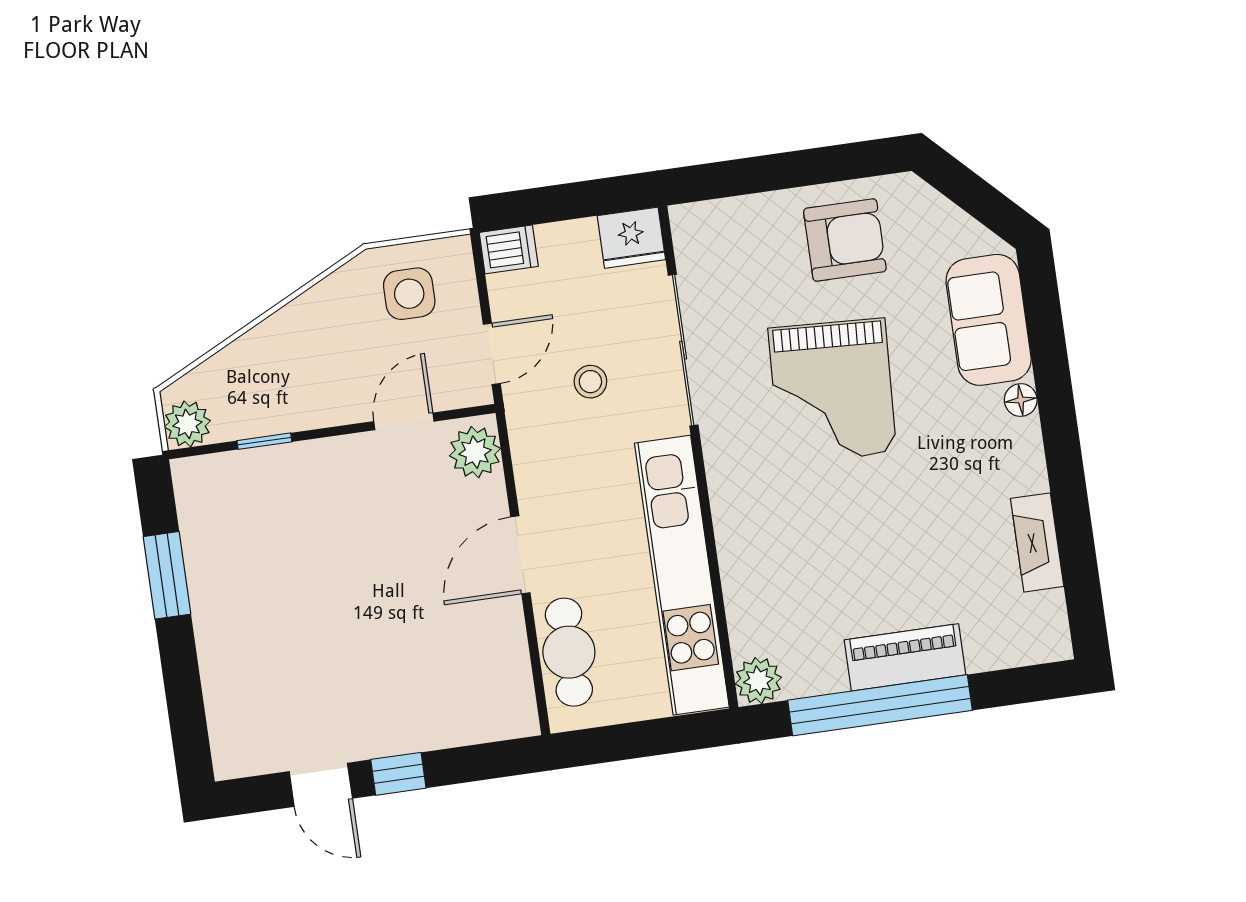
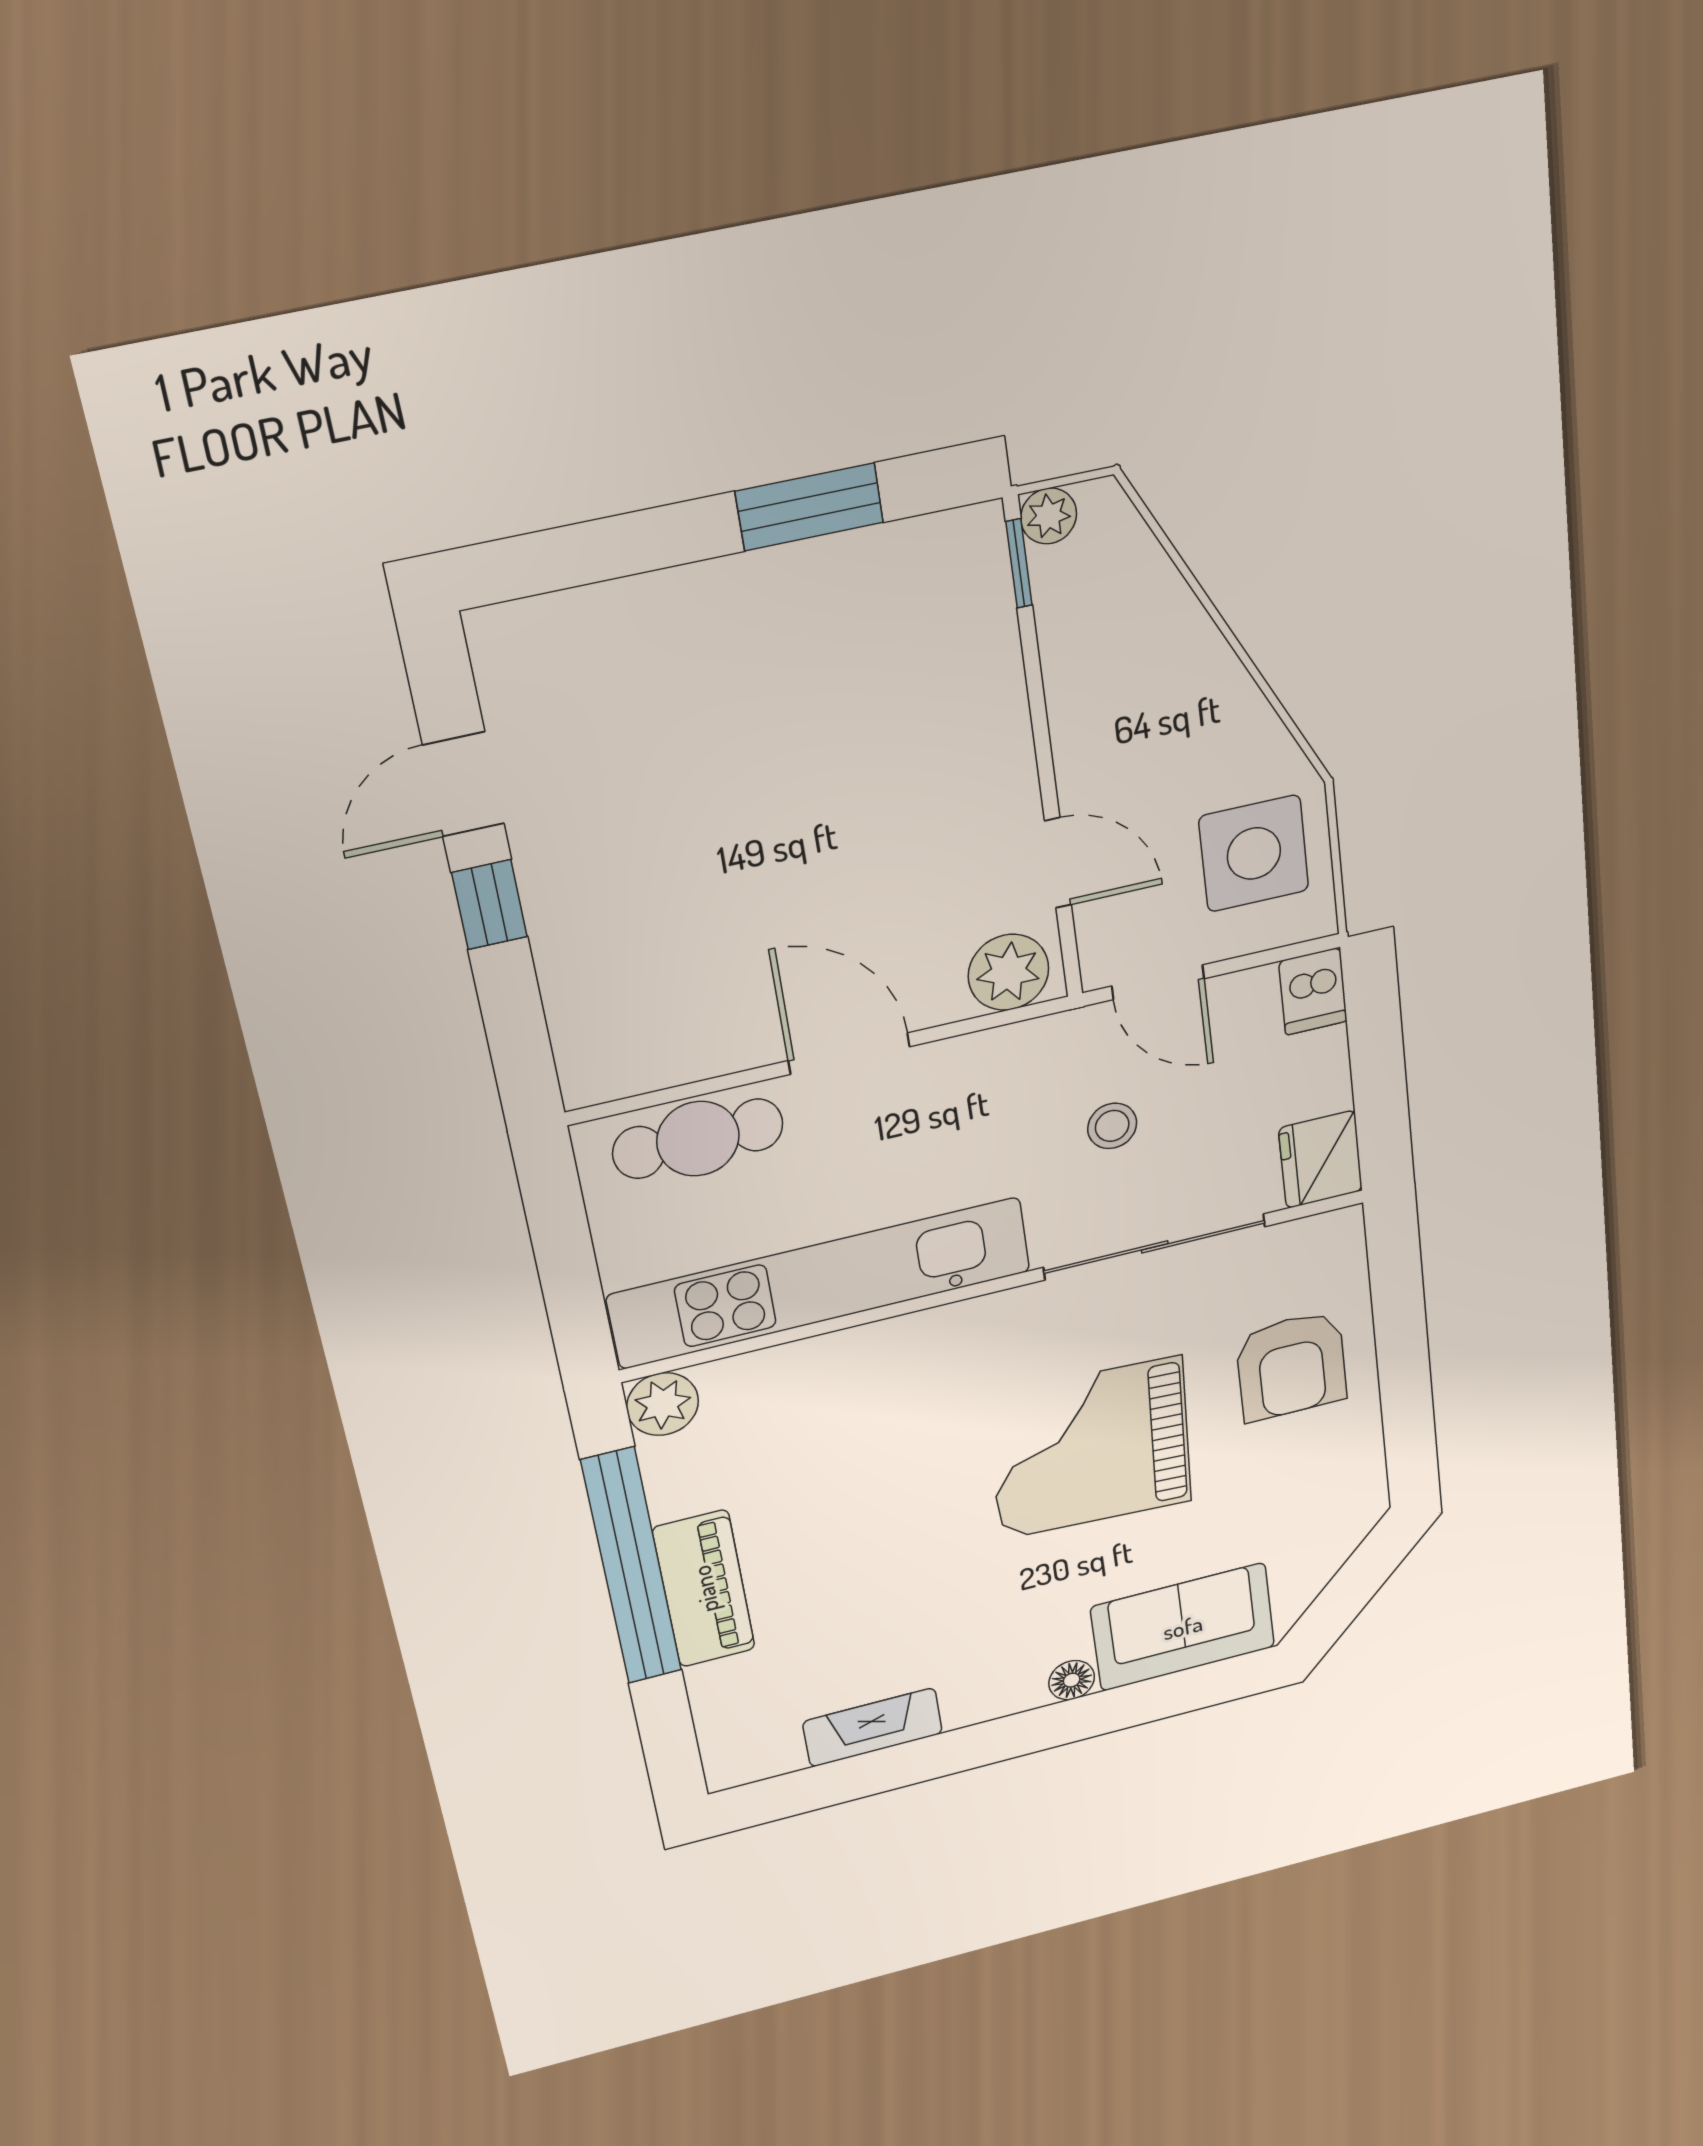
armchair: (845, 240) -> (1291, 1366), moved
side table: (409, 294) -> (1254, 853), width x1.37, depth x1.37
plant: (187, 424) -> (1049, 516), width x0.73, depth x0.73
window: (264, 441) -> (1019, 563), moved

